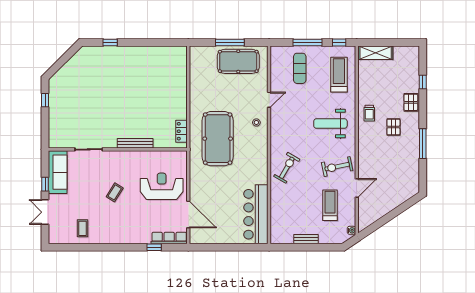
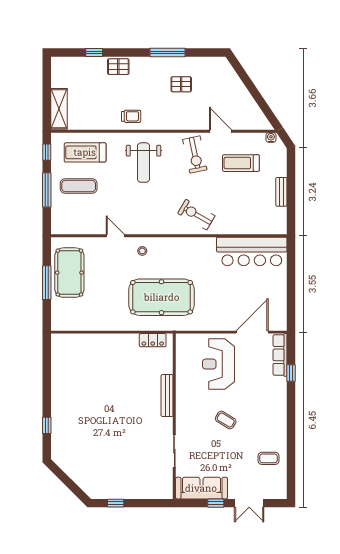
exercise mat: (300, 68) -> (79, 186), moved
pallet: (393, 127) -> (181, 84), moved

